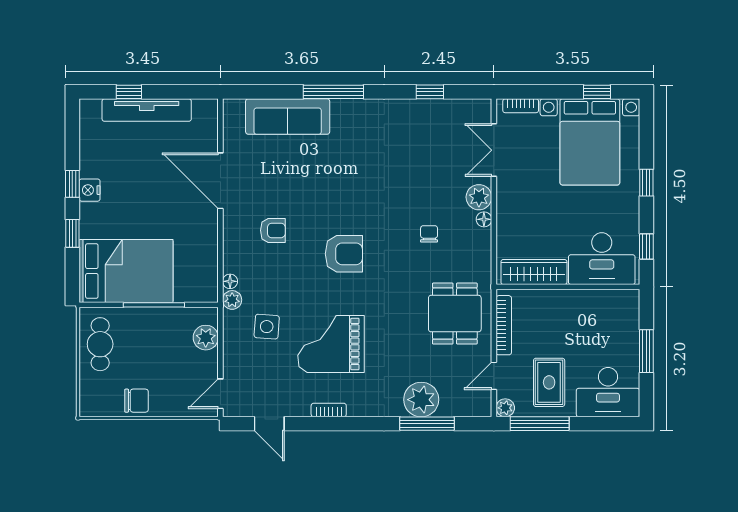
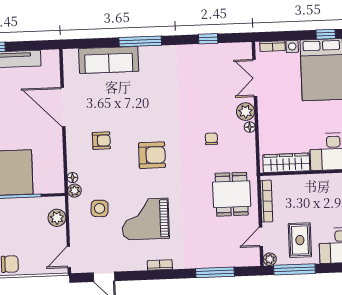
plant: (421, 400) -> (210, 256), removed
bookcase: (329, 410) -> (160, 265), moved

